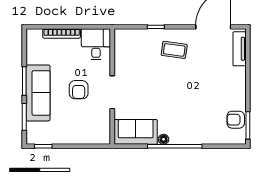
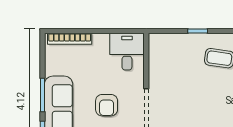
bookcase: (62, 33) -> (70, 39), moved

